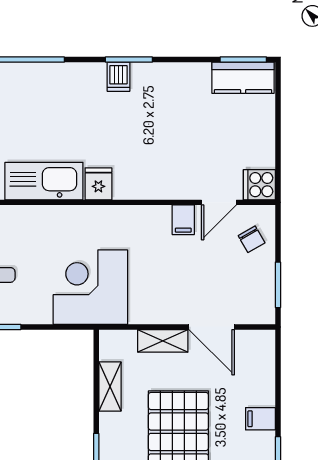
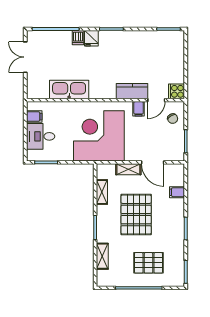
dishwasher: (118, 77) -> (78, 38), moved
kitchen counter: (243, 78) -> (132, 91), moved, turned 180
fridge: (98, 184) -> (91, 38), moved, turned 180
corner desk: (90, 287) -> (99, 136), width x1.36, depth x1.36
filing cabinet: (260, 419) -> (177, 192), moved

